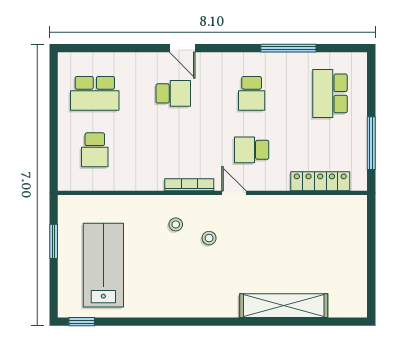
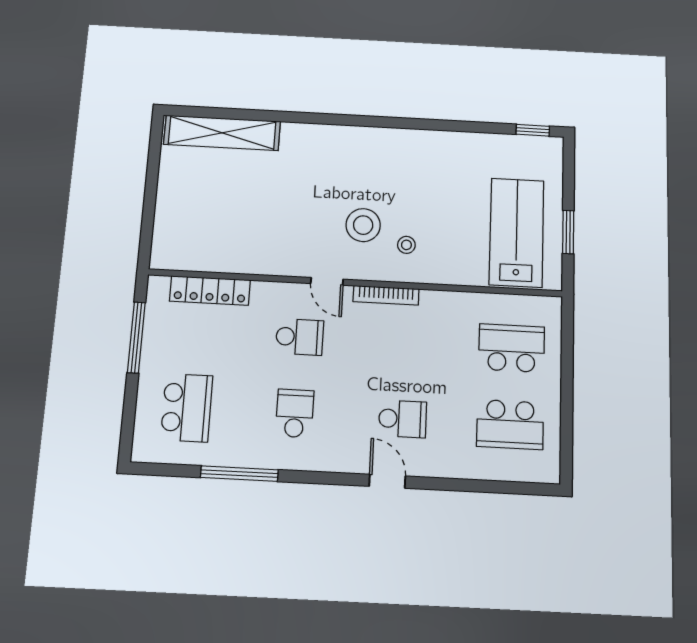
school desk: (95, 93) -> (510, 424), turned 180
school desk: (173, 93) -> (402, 419), turned 180
school desk: (95, 150) -> (512, 348), width x1.85
stool: (209, 238) -> (363, 225), width x1.89, depth x1.89
lab bench: (103, 265) -> (517, 232), moved, turned 180
shelving: (284, 306) -> (222, 133), moved

